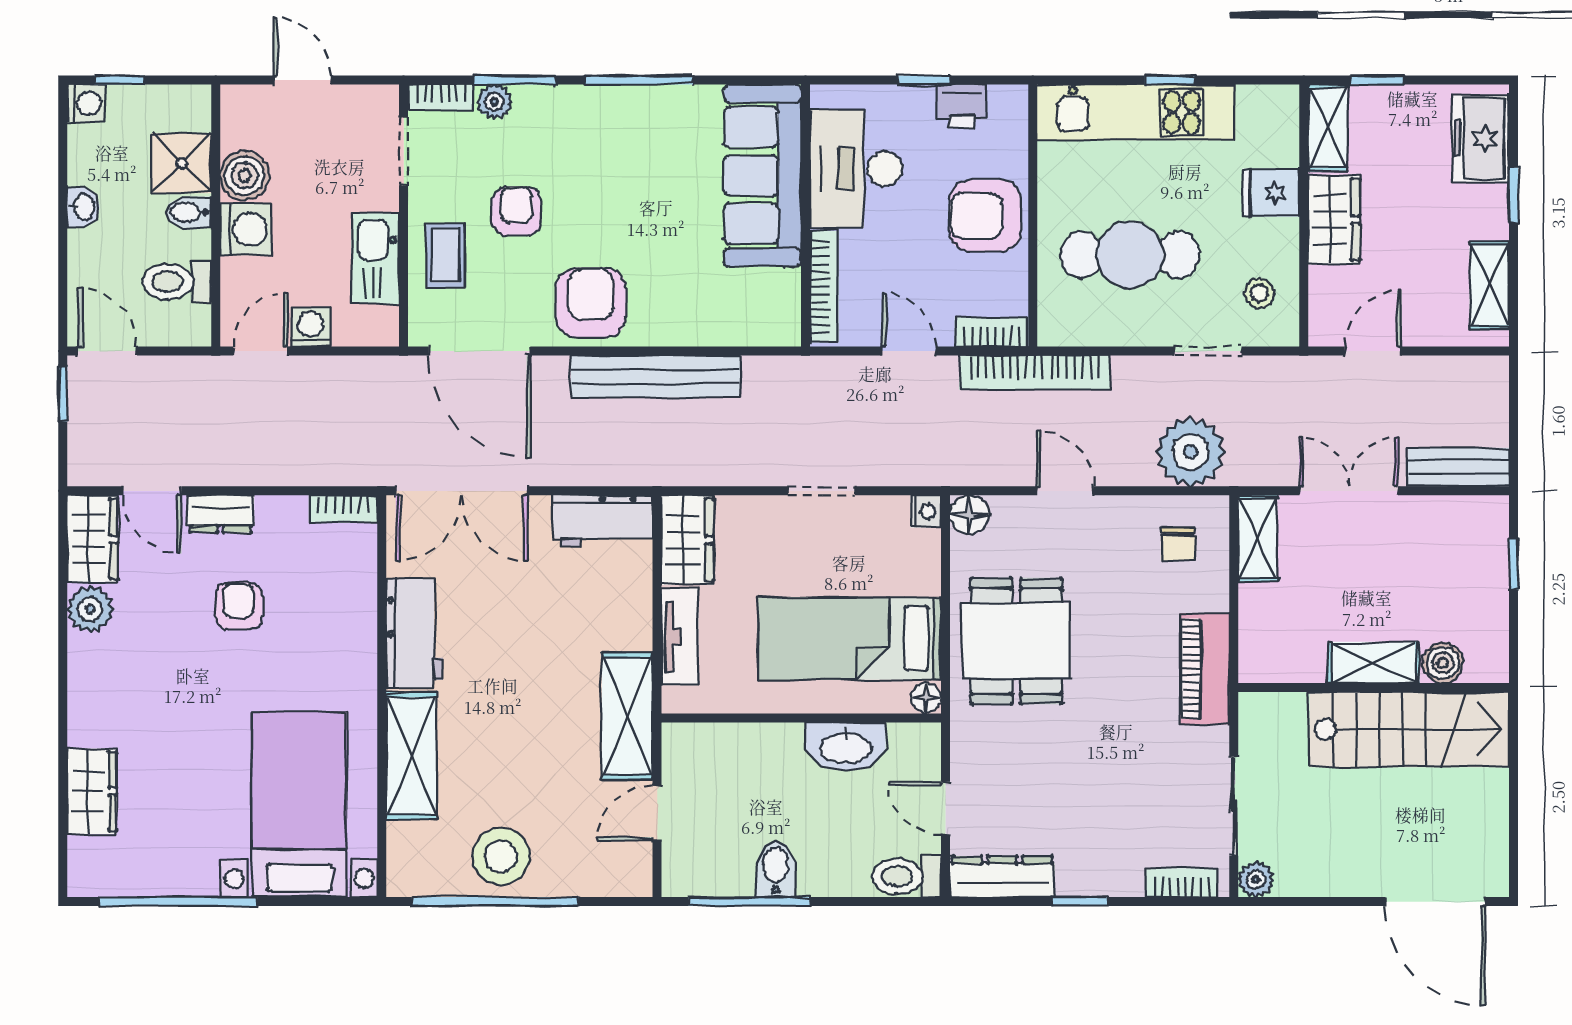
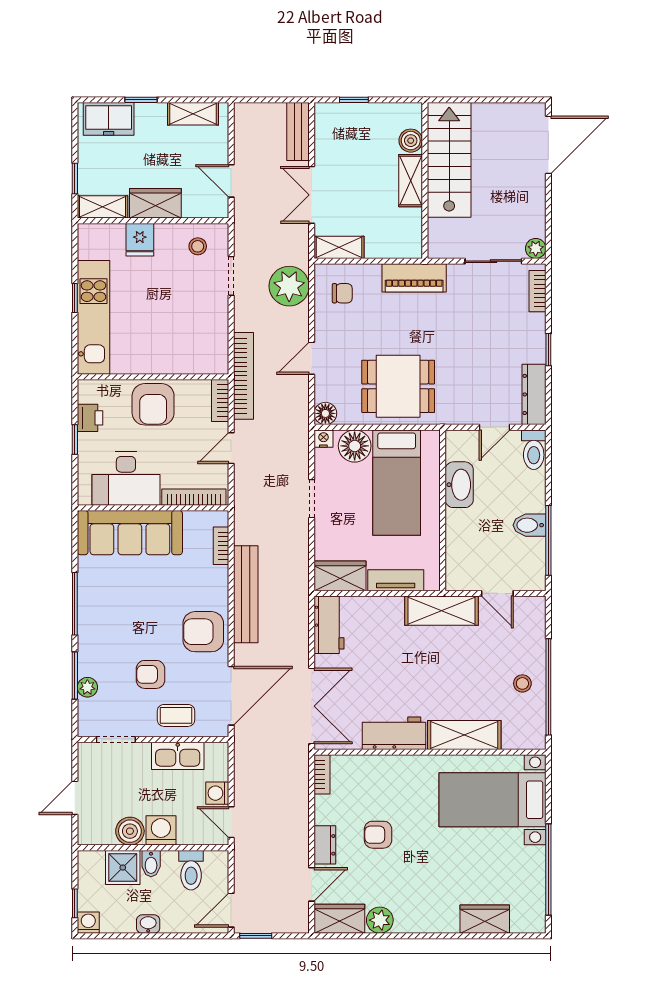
bookcase: (441, 98) -> (221, 546), moved, turned 180
cafe table: (1130, 255) -> (176, 321), removed
floor lamp: (926, 698) -> (355, 446), moved, width x1.89, depth x1.89
stool: (501, 857) -> (522, 683), width x0.53, depth x0.53

